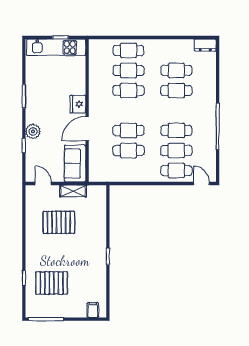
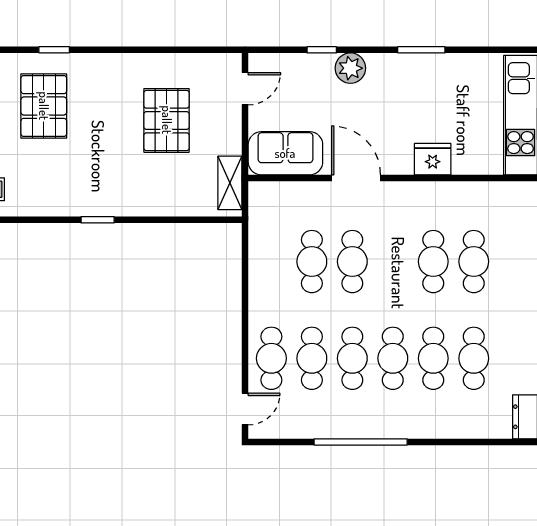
cafe table: (129, 50) -> (393, 358), moved
fridge: (78, 104) -> (433, 159), moved
shelving: (73, 191) -> (230, 183), moved

